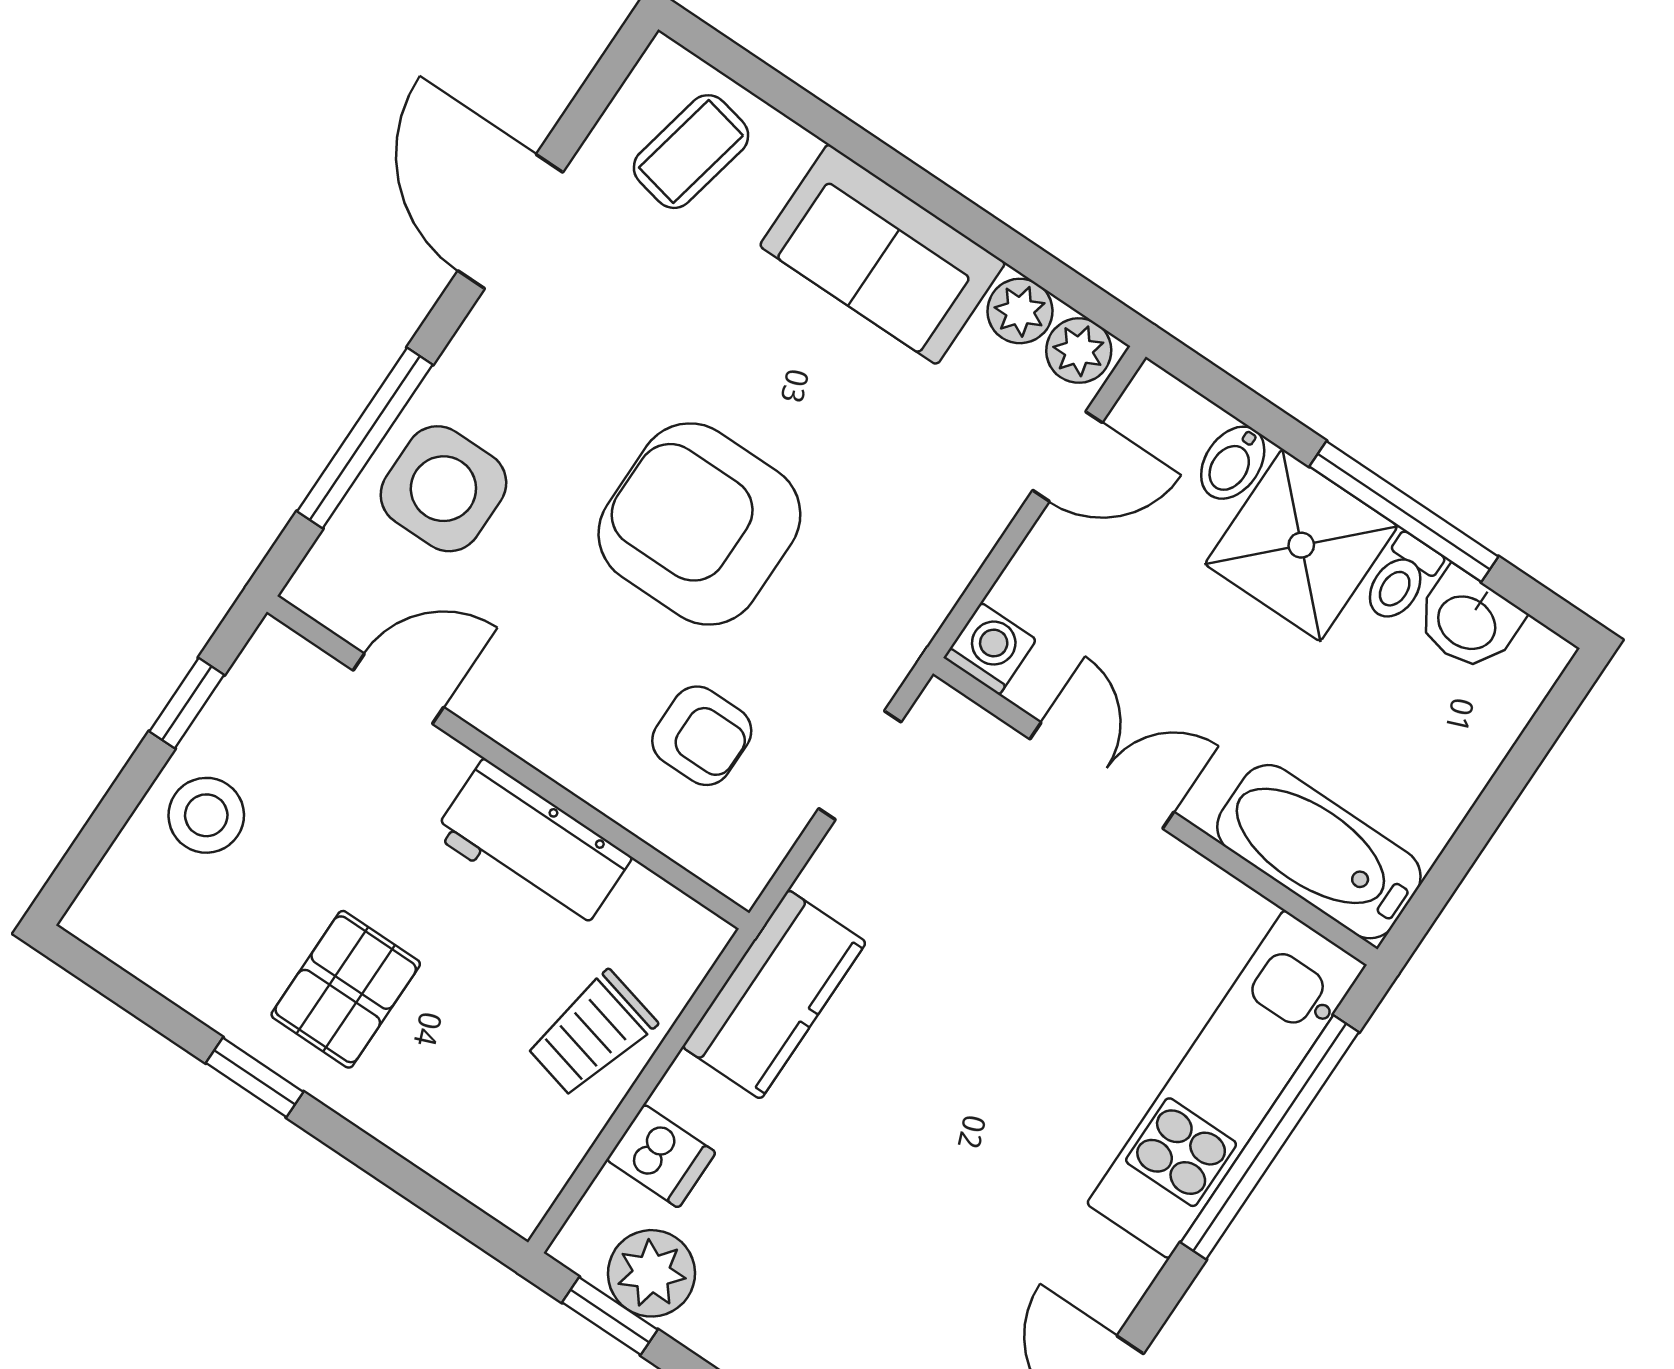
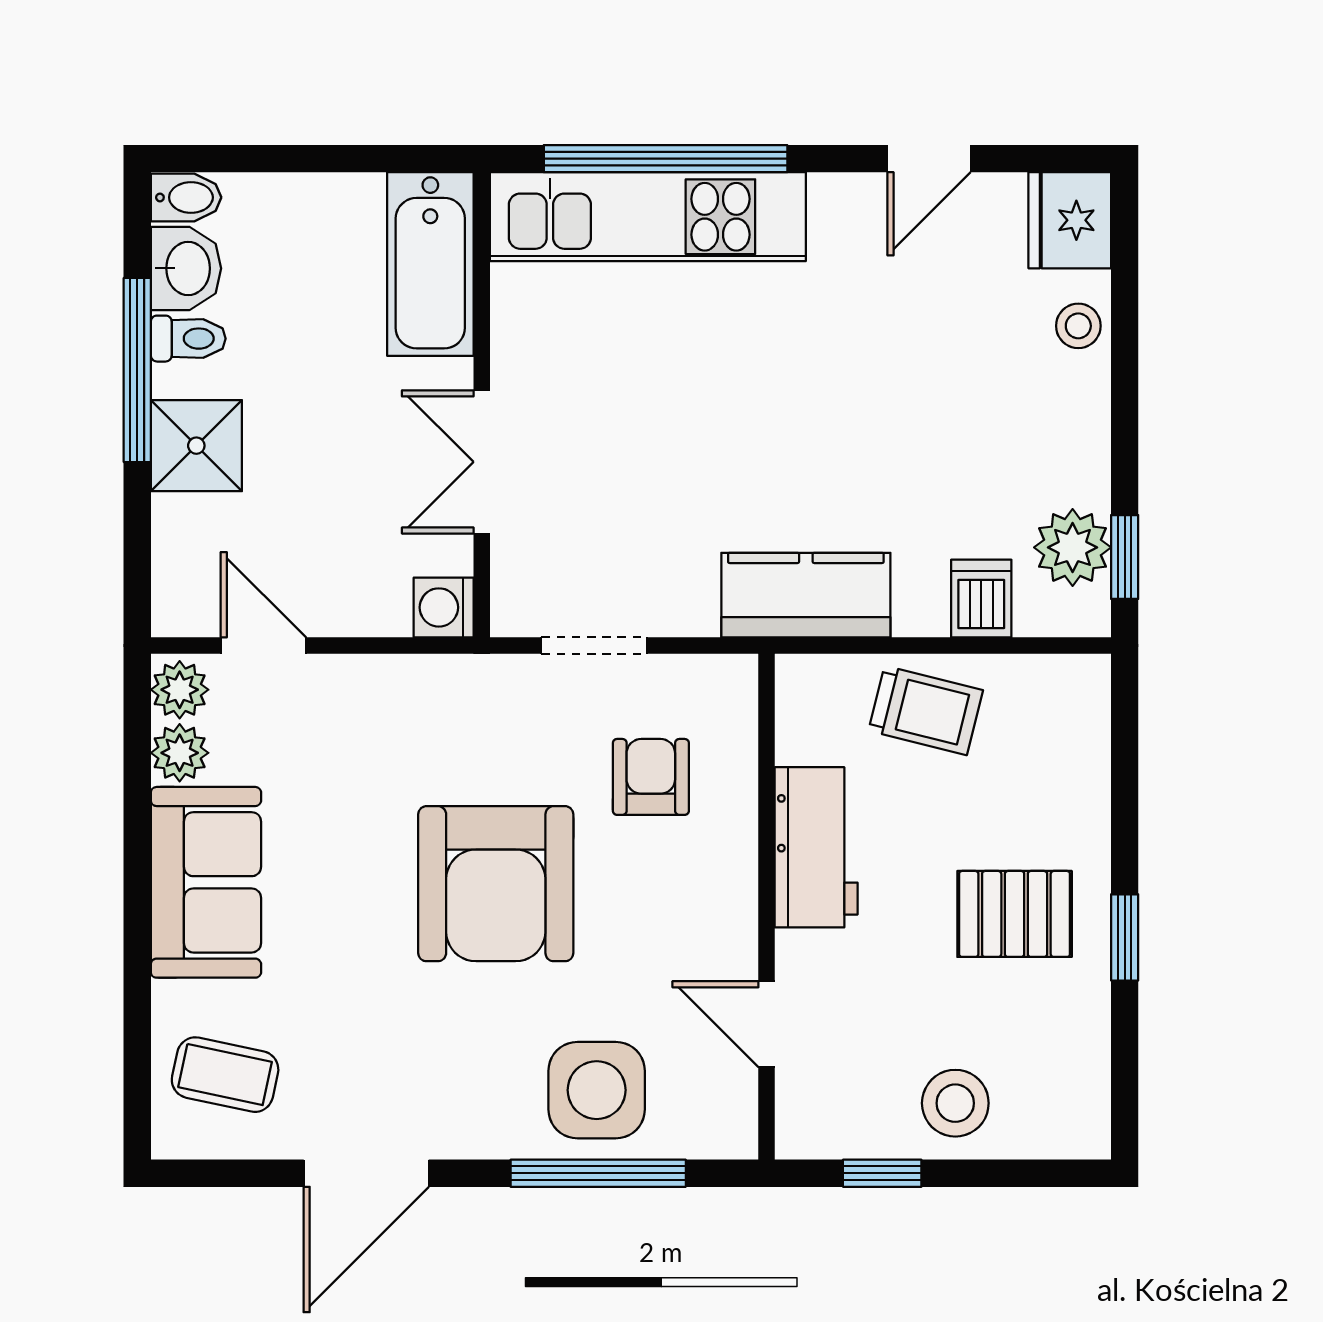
bidet: (1233, 463) -> (186, 197), moved
shower: (1301, 545) -> (196, 446), width x0.73, depth x0.73

